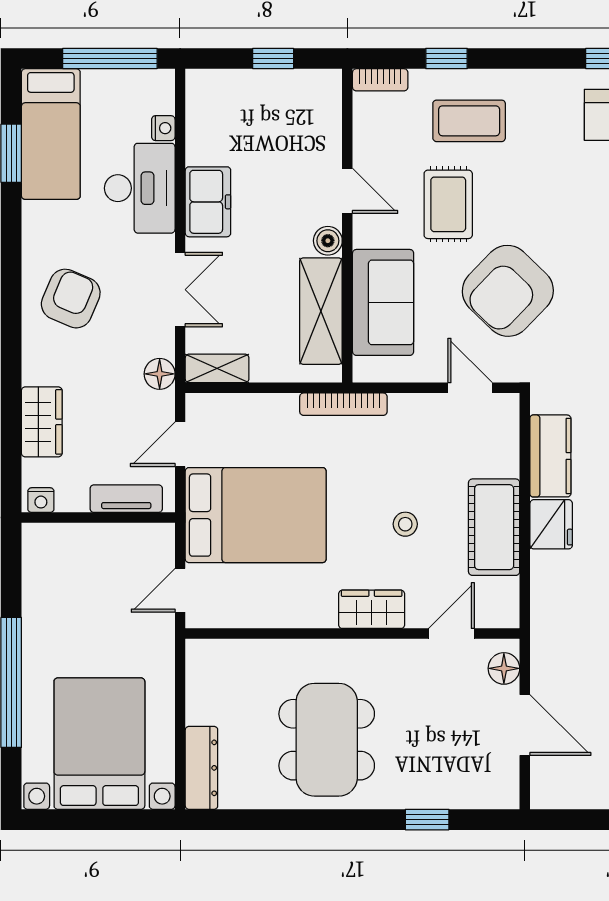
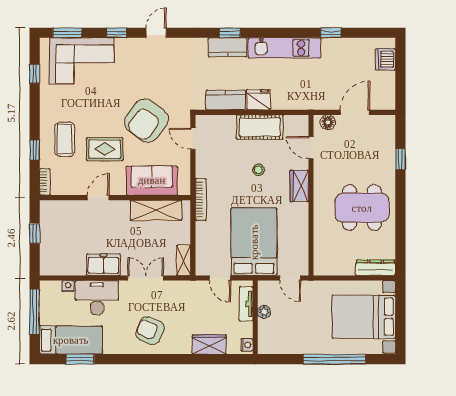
boiler: (328, 241) -> (122, 207), removed
armchair: (508, 291) -> (146, 121), turned 83
floor lamp: (160, 374) -> (186, 288), removed
door: (470, 388) -> (193, 139), hinge flipped
plant: (110, 536) -> (264, 312), added

